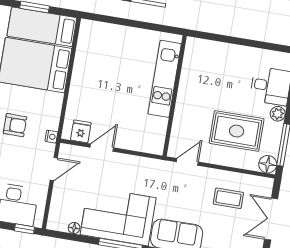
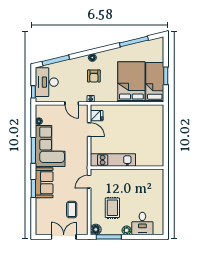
kitchen unit: (165, 79) -> (113, 160), moved
rug: (237, 131) -> (112, 208), width x0.73, depth x0.70
door: (187, 162) -> (89, 182), swing flipped

